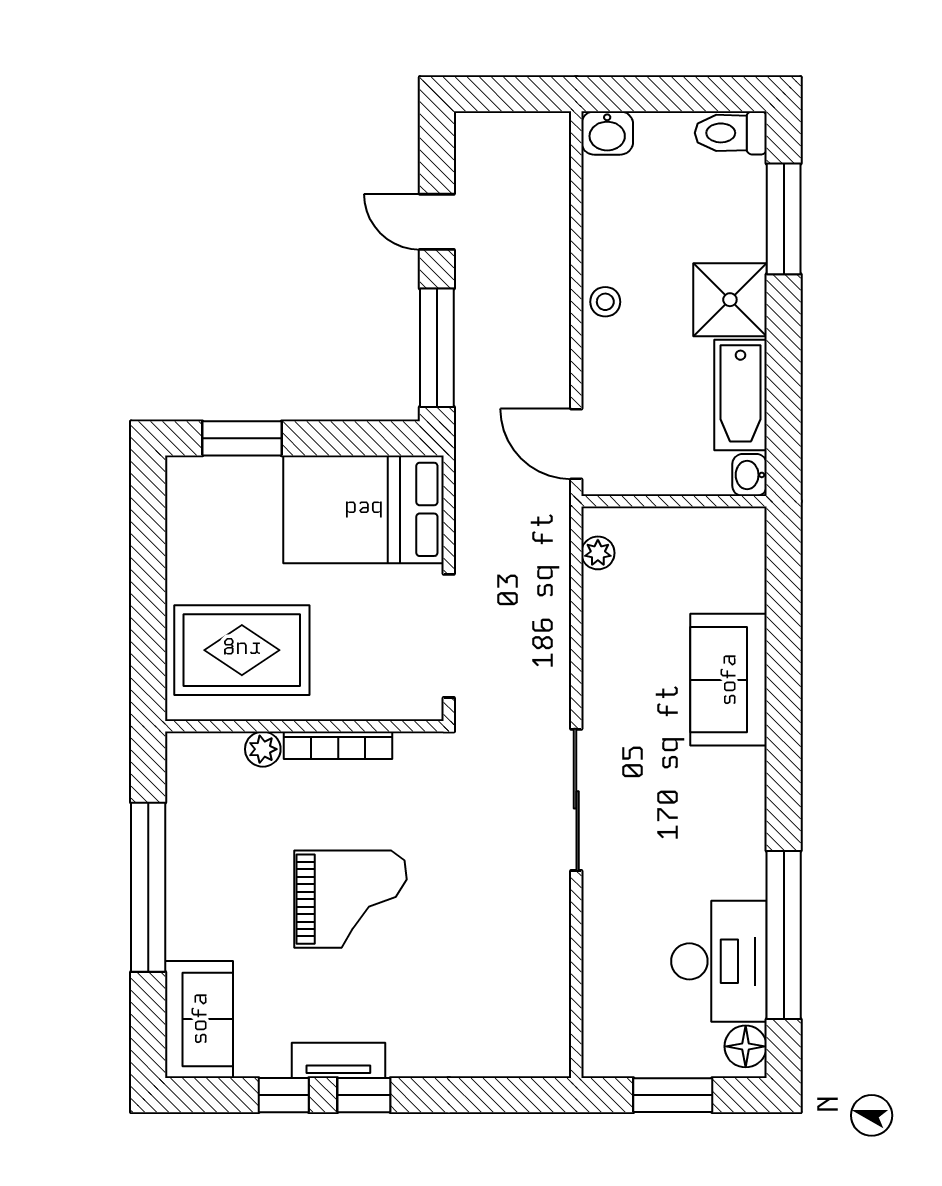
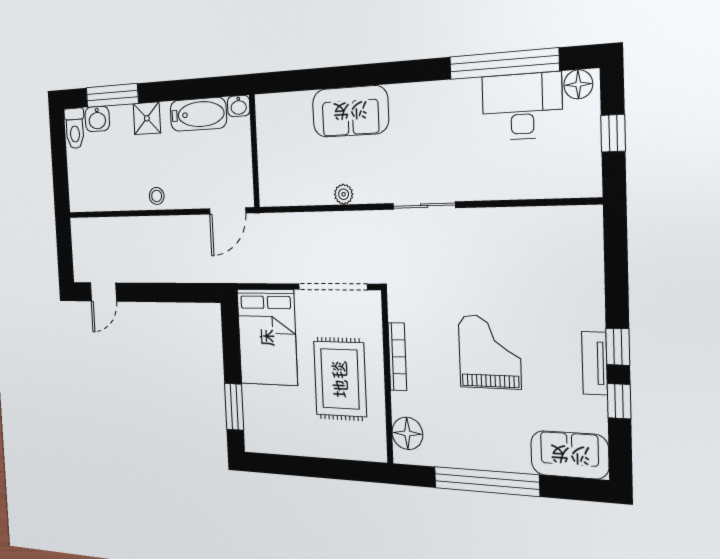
washbasin: (607, 133) -> (97, 119), moved, turned 90
door: (437, 222) -> (103, 292), moved
shower: (730, 300) -> (147, 118), width x0.73, depth x0.73
window: (437, 348) -> (184, 293), removed
plant: (598, 553) -> (344, 194), moved
rug: (242, 650) -> (340, 379), moved
plant: (263, 749) -> (401, 404), removed
floor lamp: (215, 758) -> (407, 433), added
sliding door: (576, 800) -> (424, 206), width x0.73
window: (673, 1095) -> (613, 133), width x0.67

